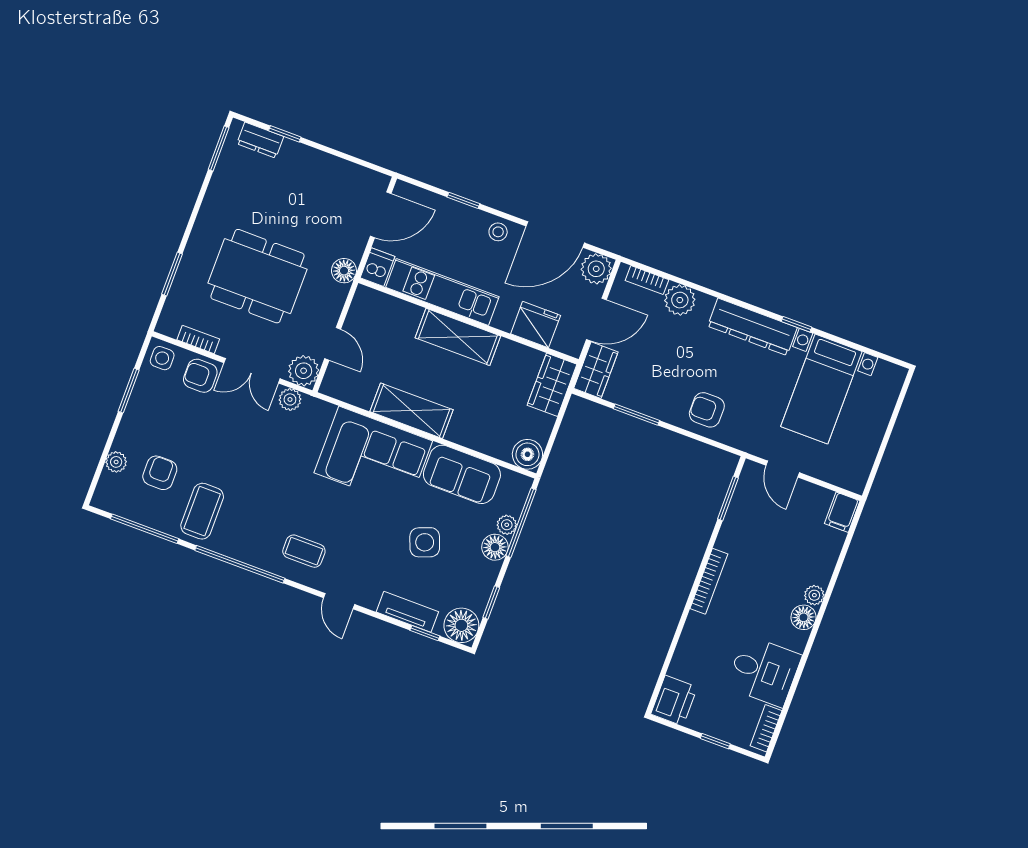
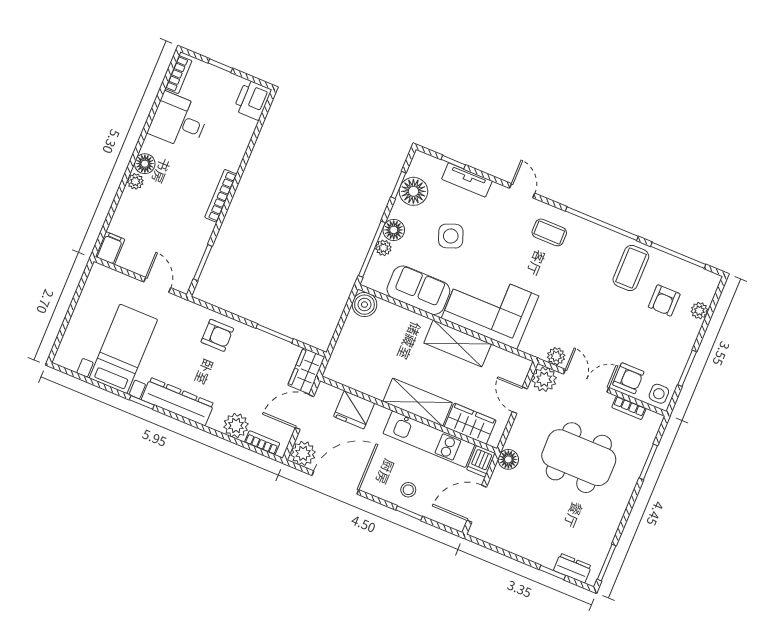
stool: (498, 232) -> (408, 490), moved
wardrobe: (552, 385) -> (470, 424), moved, turned -90
floor lamp: (461, 625) -> (413, 191), moved

